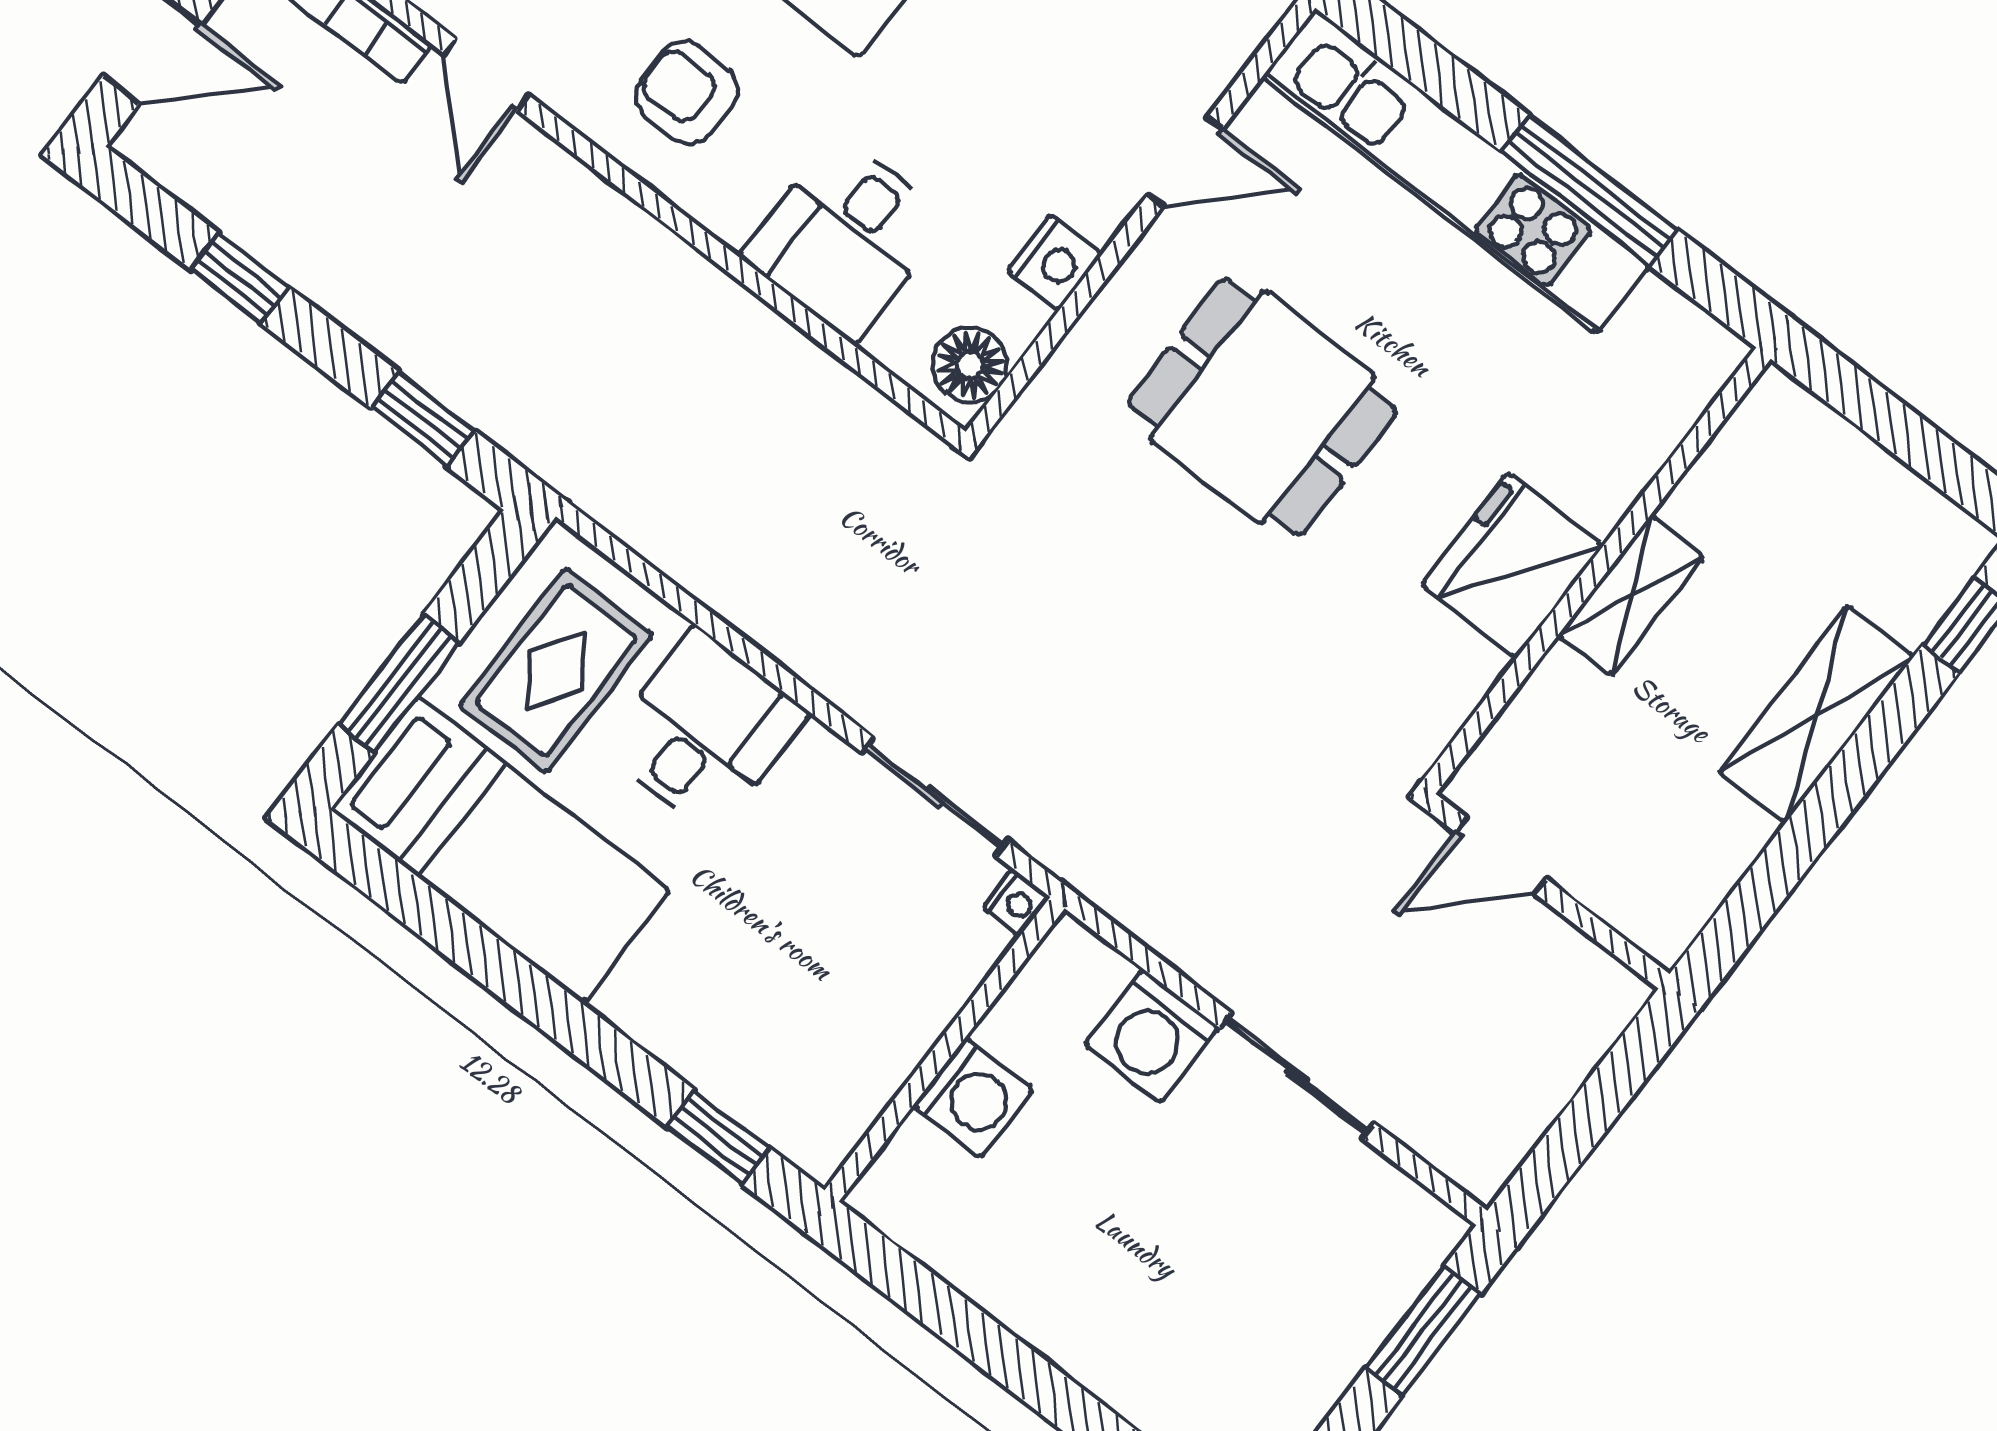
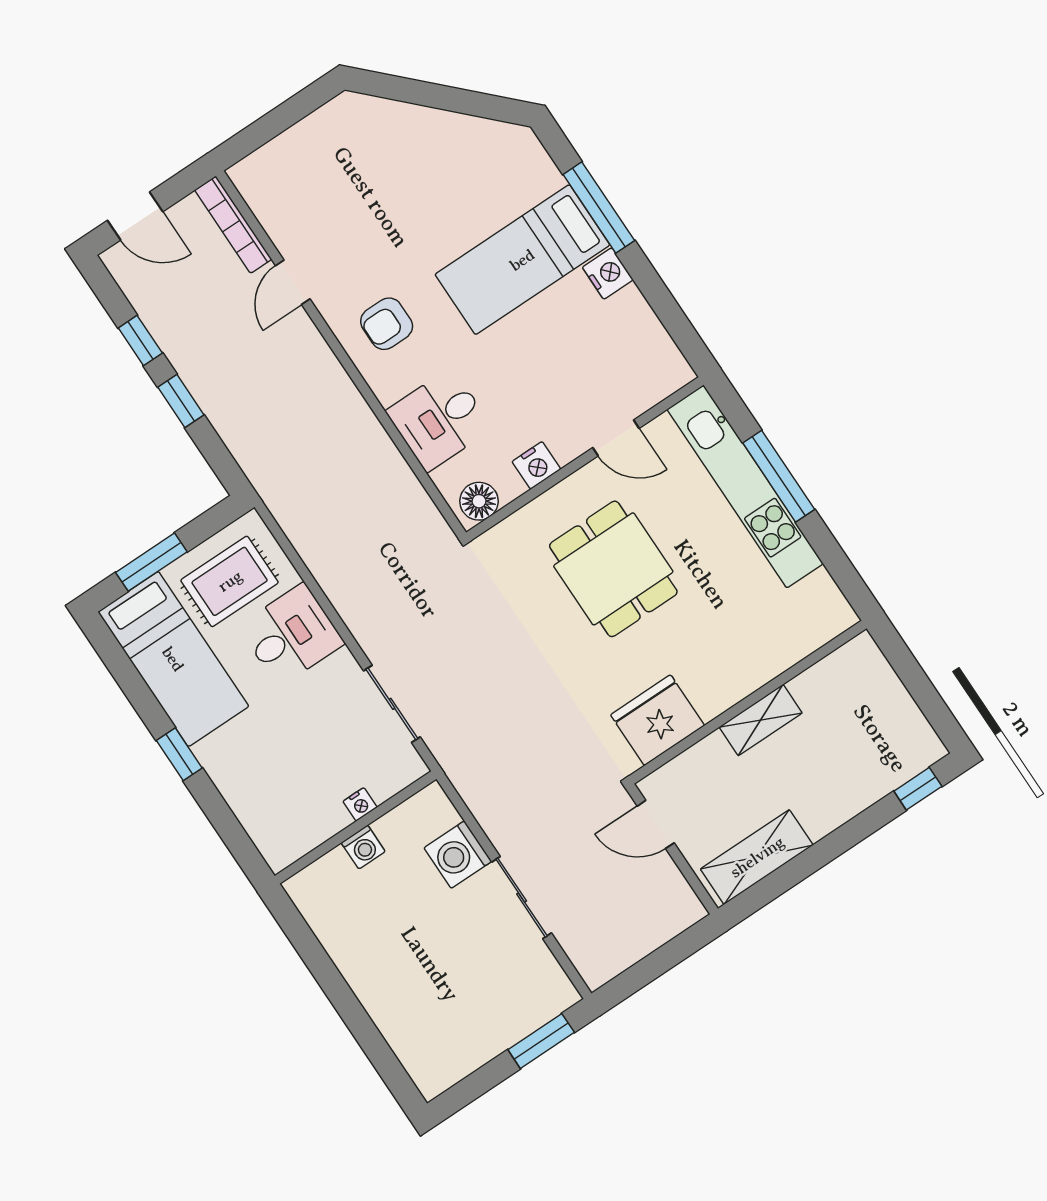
armchair: (687, 93) -> (387, 324), turned -91
window: (1589, 190) -> (779, 476), moved
window: (423, 419) -> (181, 401), moved
fridge: (1512, 566) -> (657, 720), moved
shelving: (1816, 715) -> (757, 857), moved
nightstand: (1016, 902) -> (360, 804), moved
washing machine: (973, 1098) -> (363, 847), width x0.73, depth x0.73
window: (719, 1137) -> (179, 754), moved

